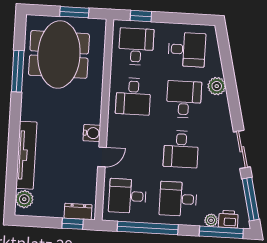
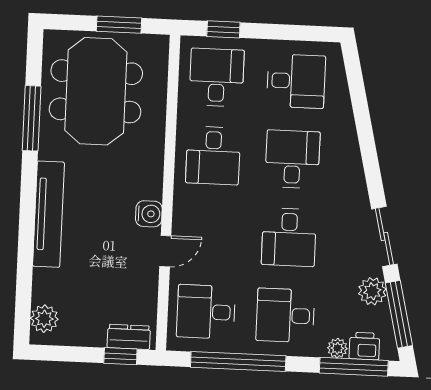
plant: (217, 86) -> (372, 291), moved
tv unit: (26, 155) -> (48, 214), moved

